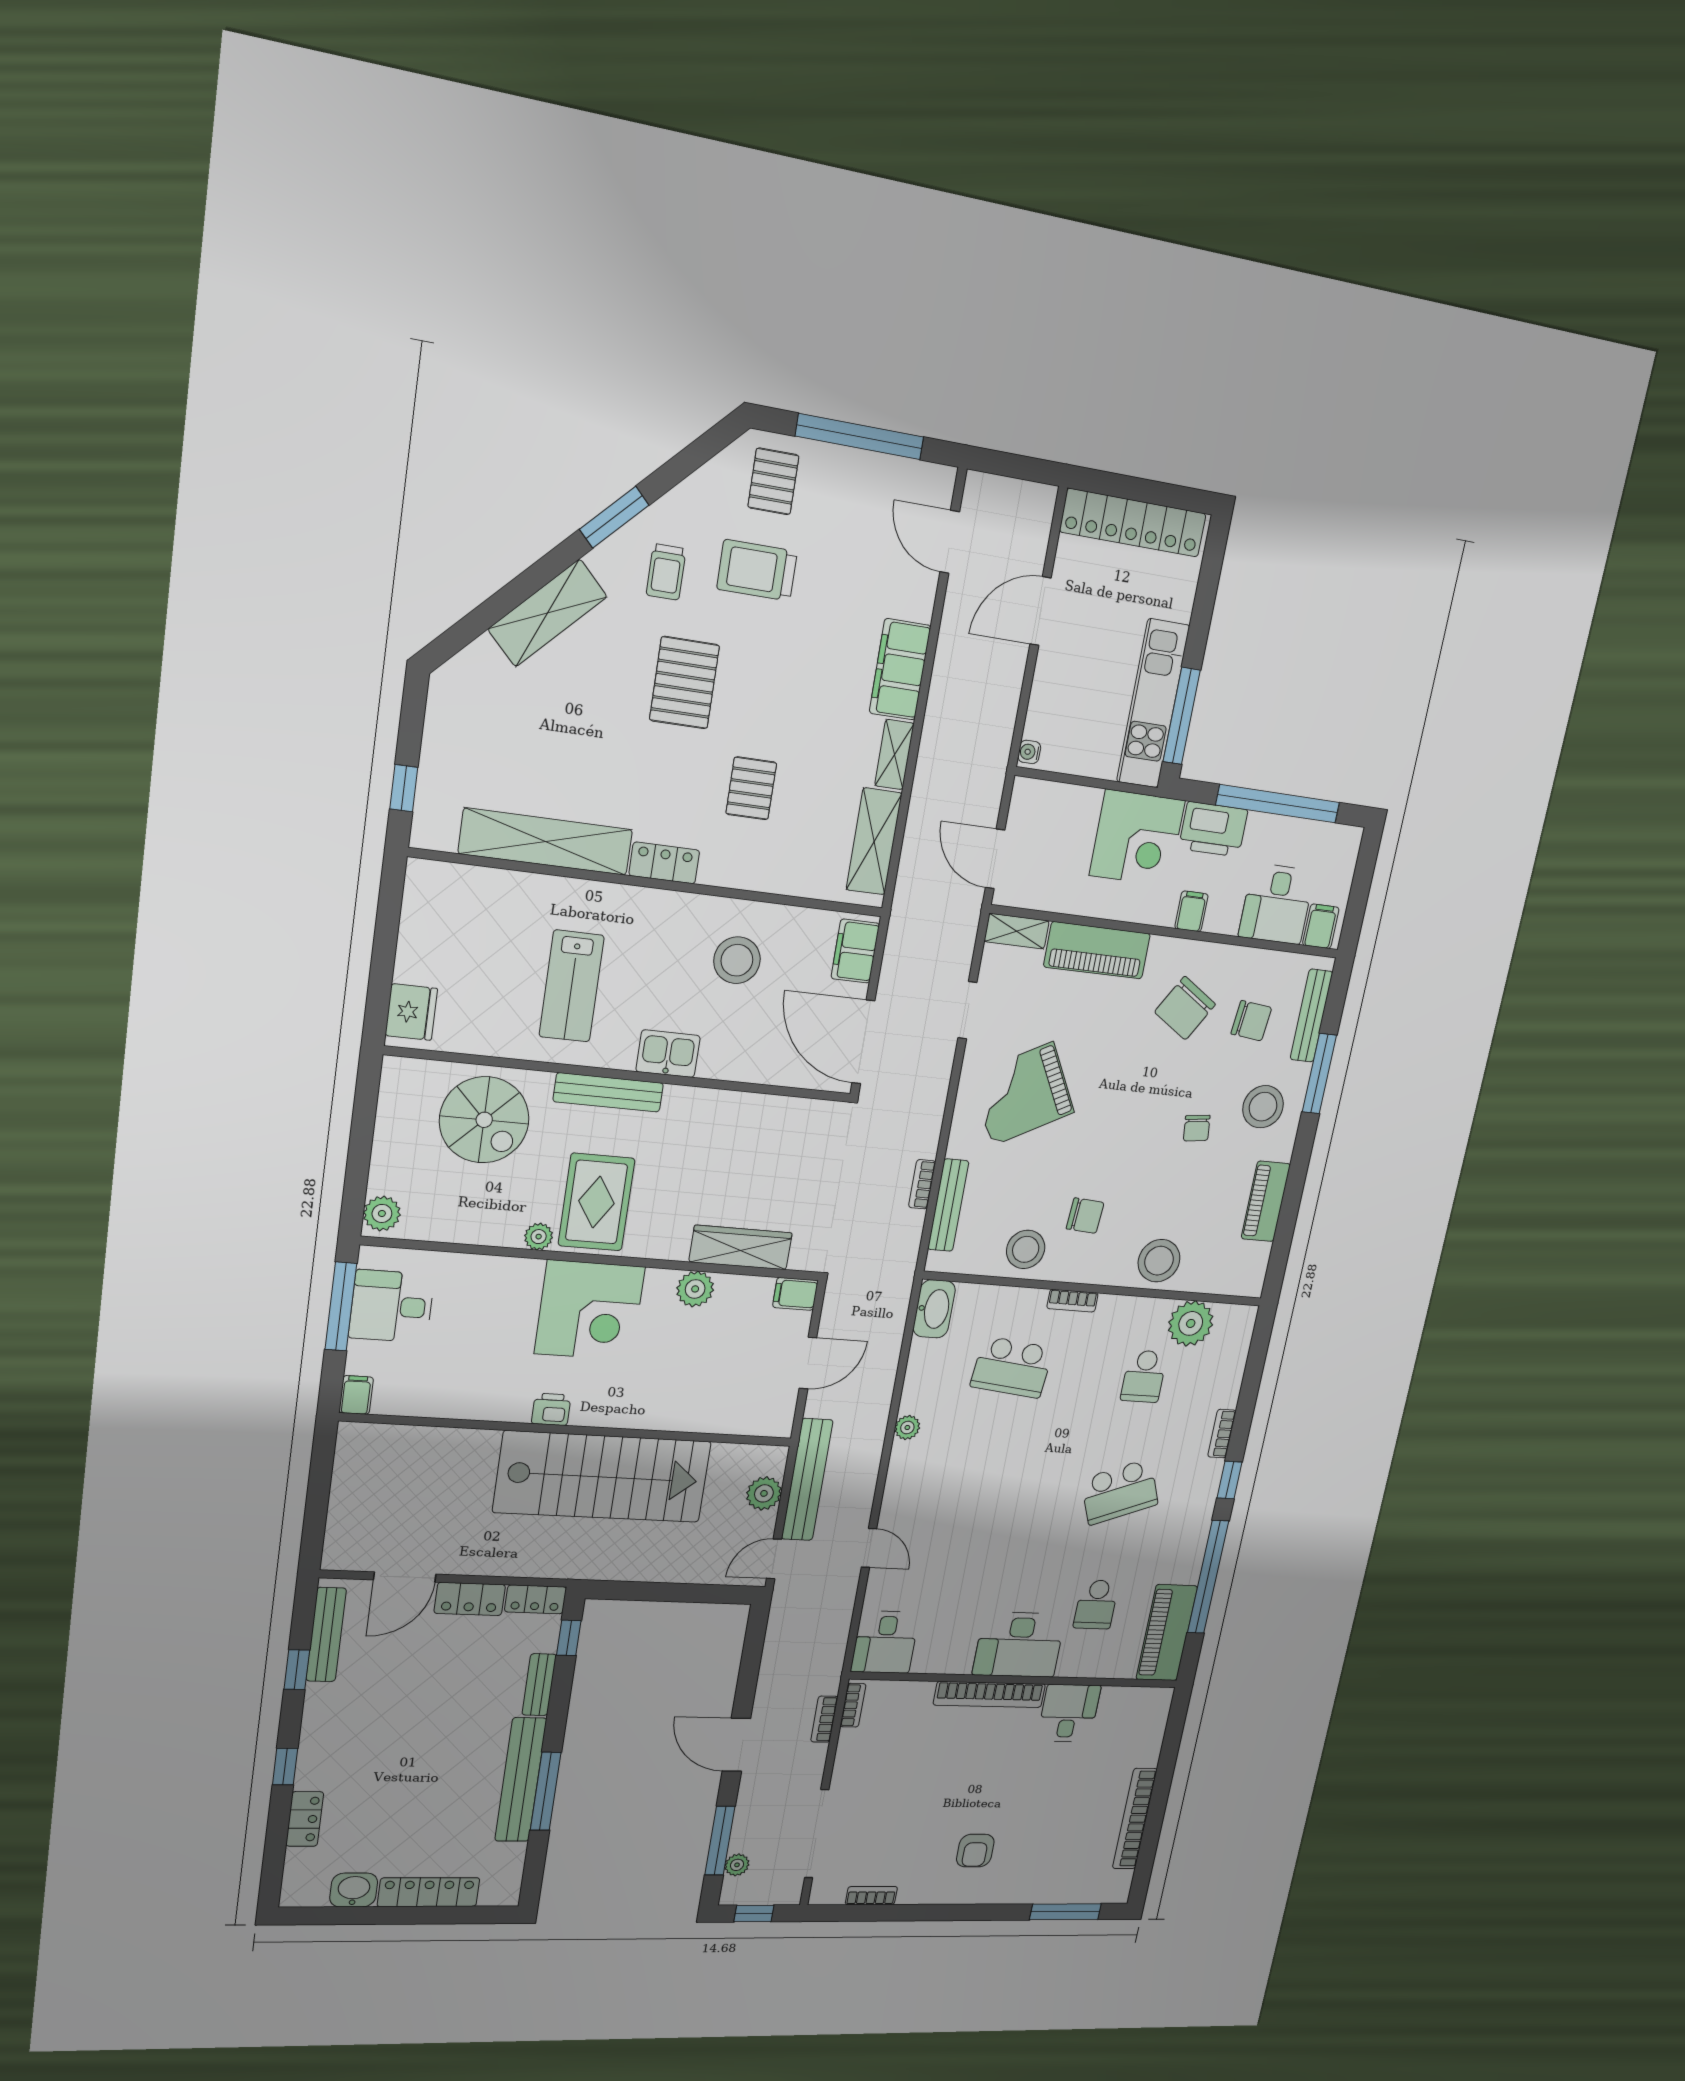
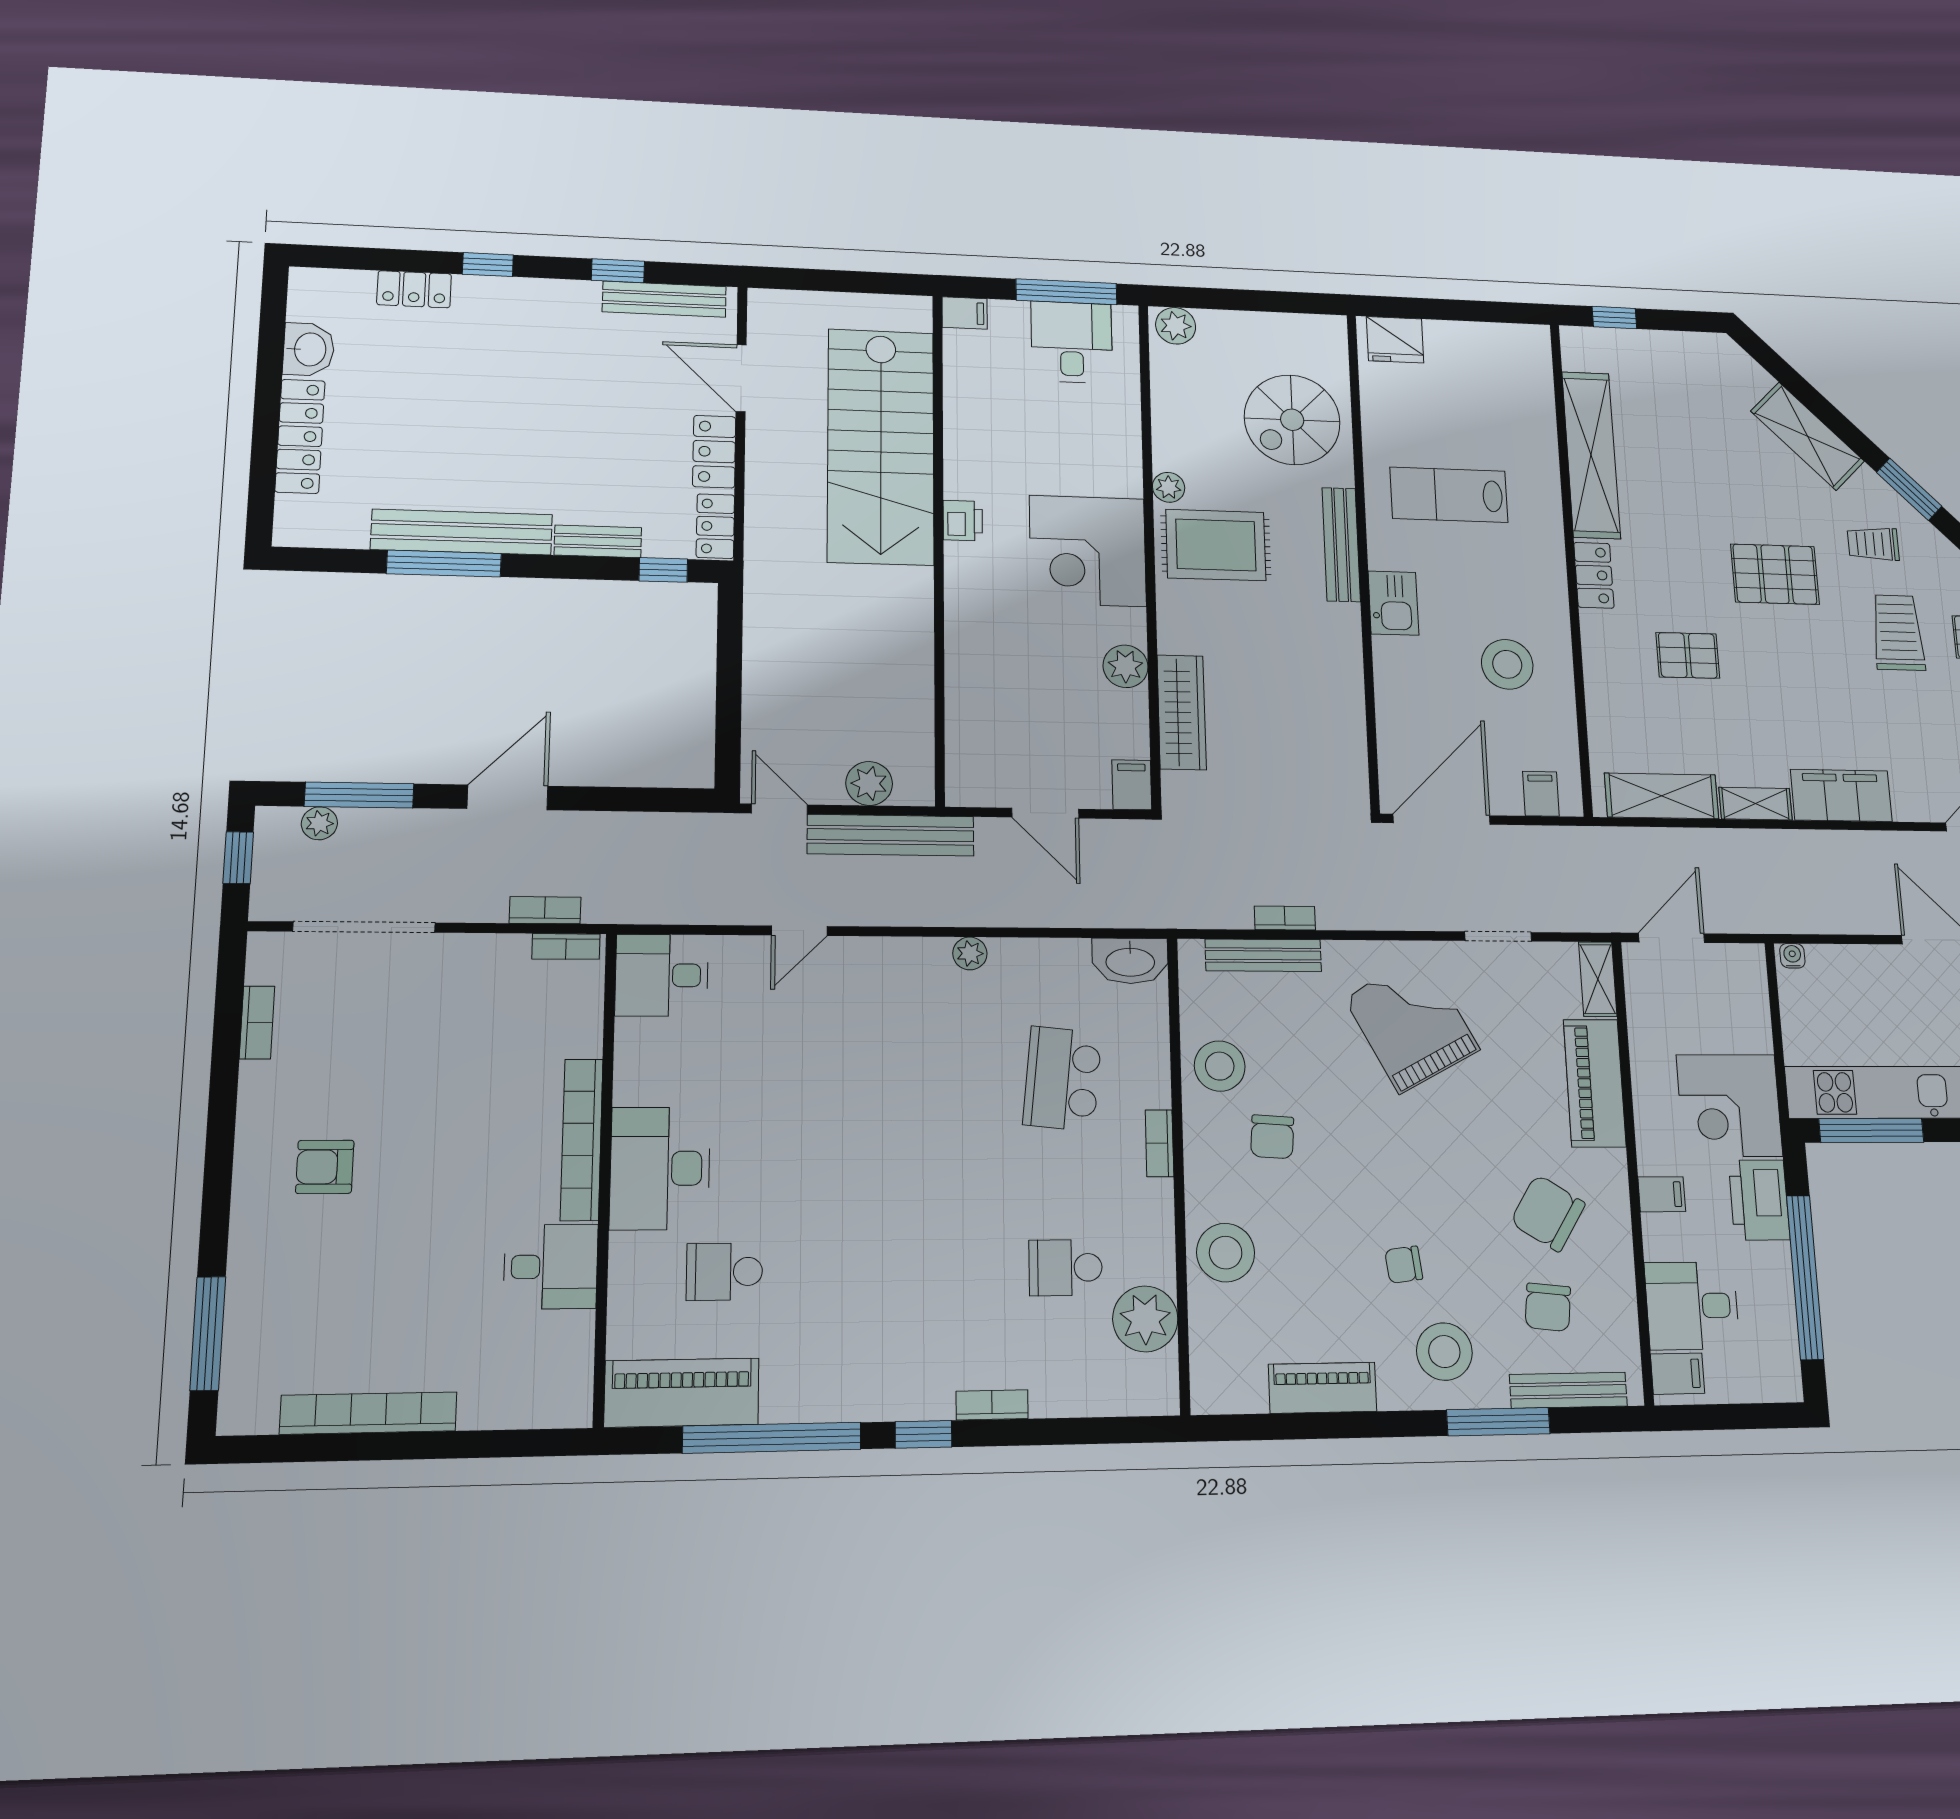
filing cabinet: (855, 951) -> (1541, 794), width x0.50
stairs: (602, 1477) -> (881, 446), moved
school desk: (1120, 1492) -> (897, 1270), removed

